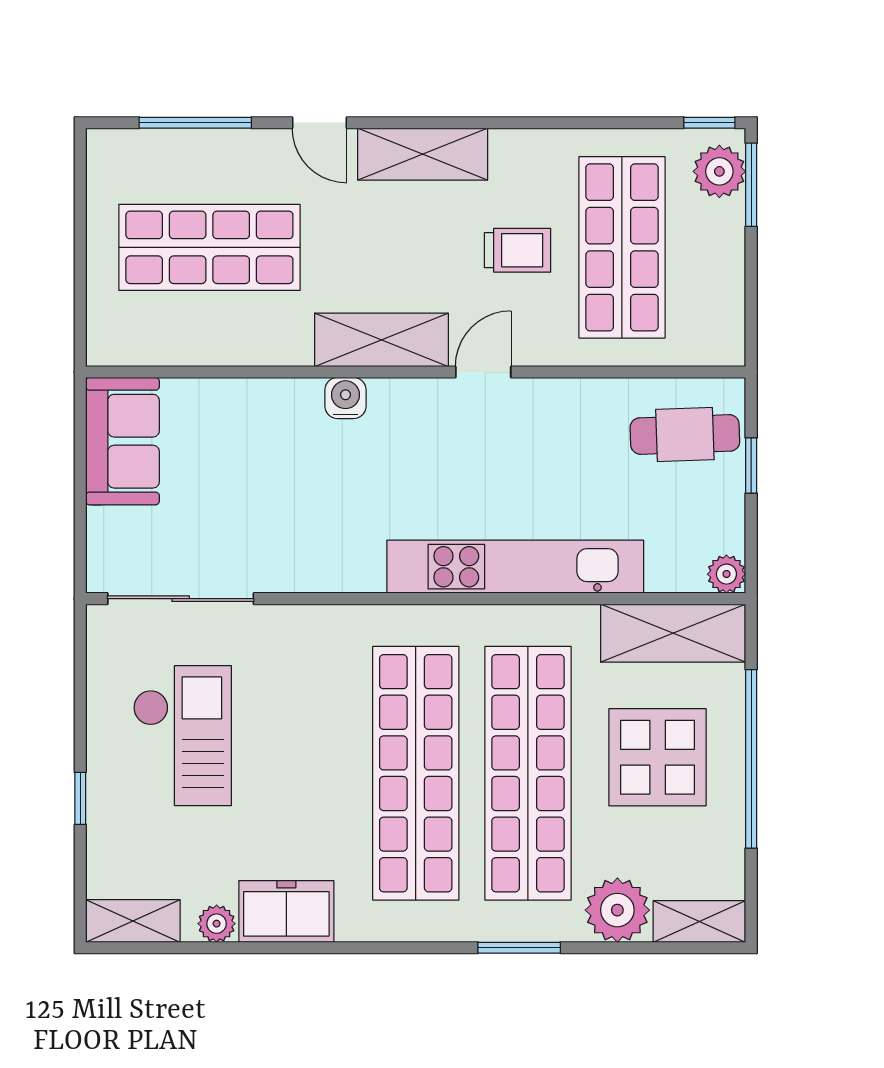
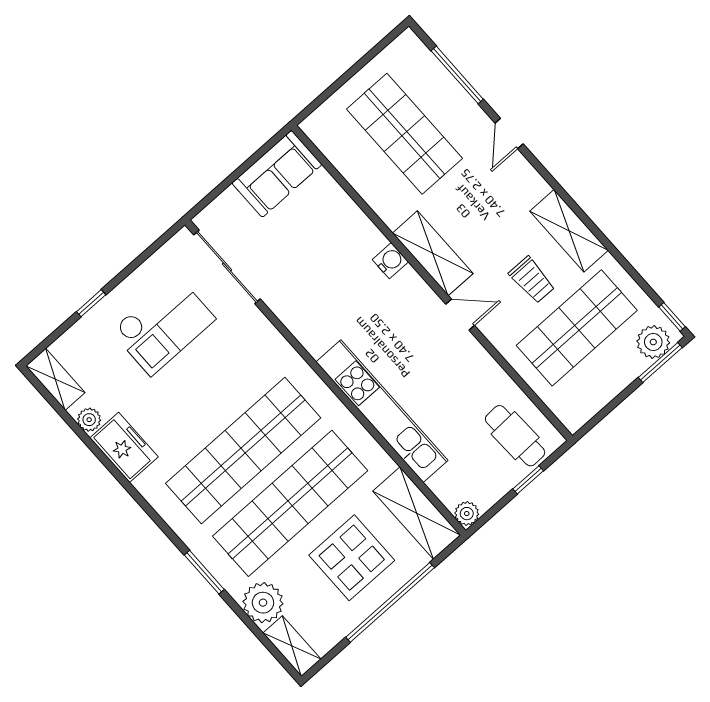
shelving: (423, 154) -> (569, 231), moved

